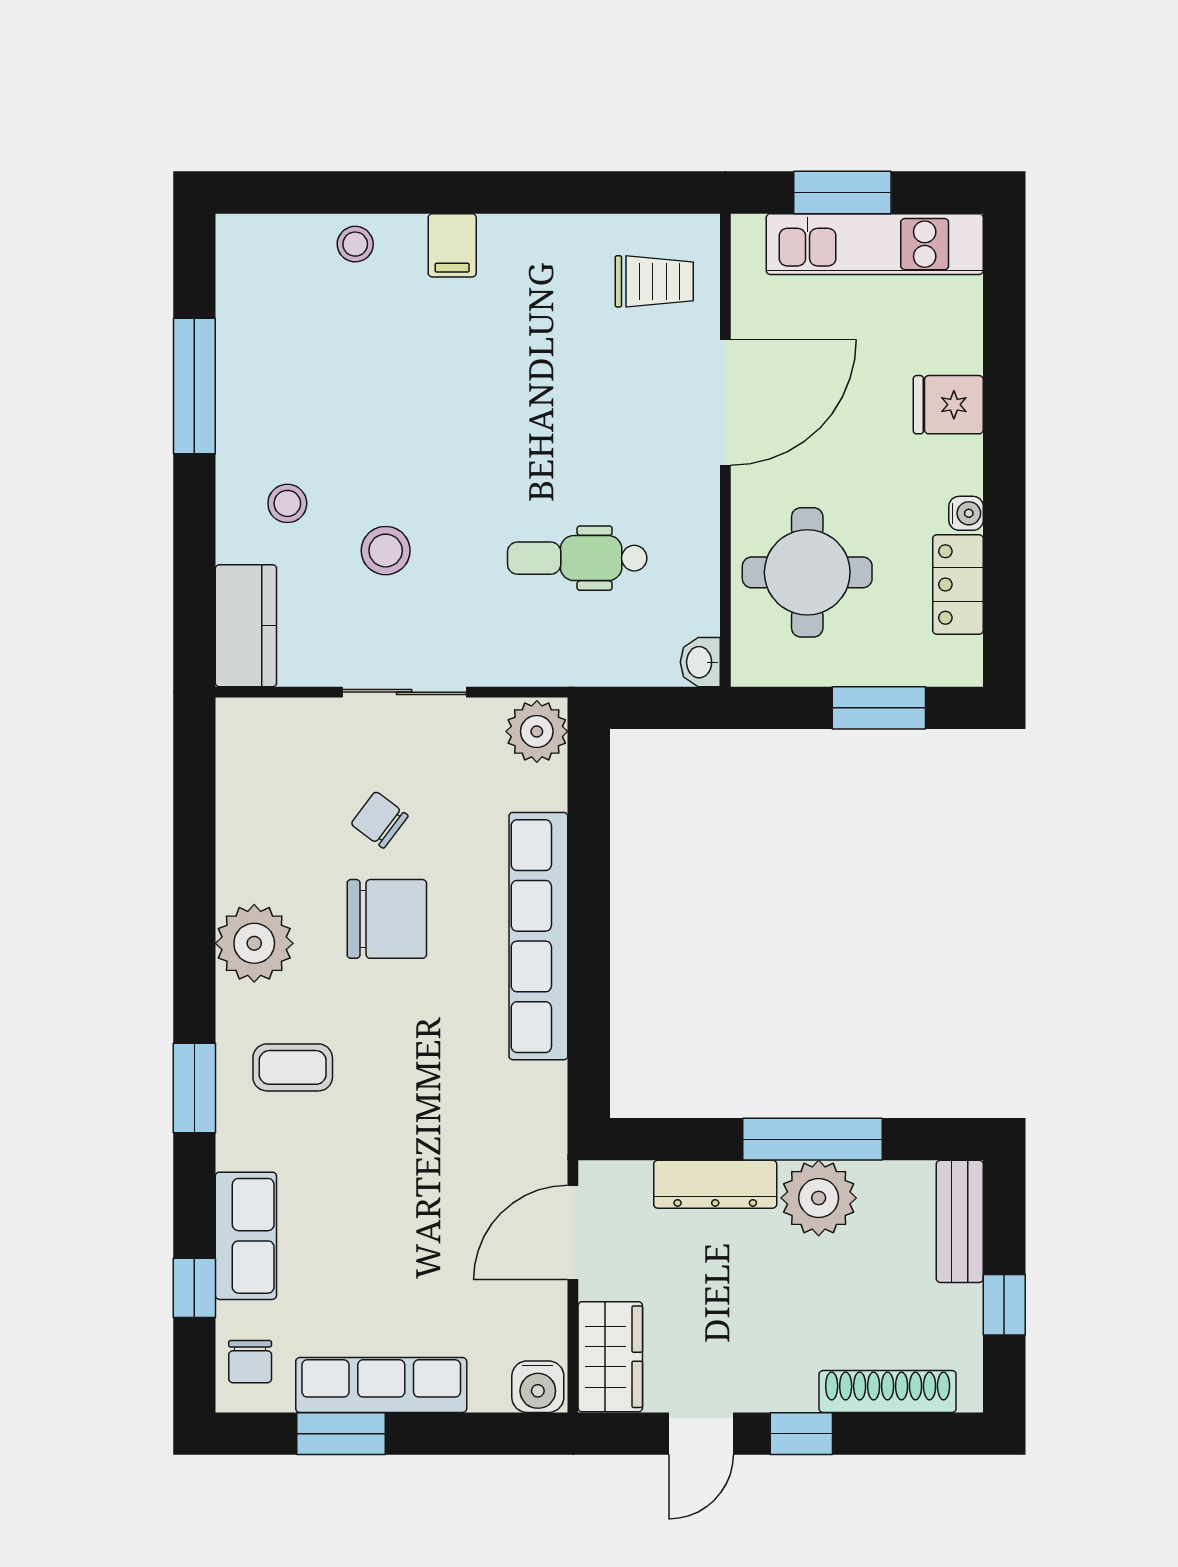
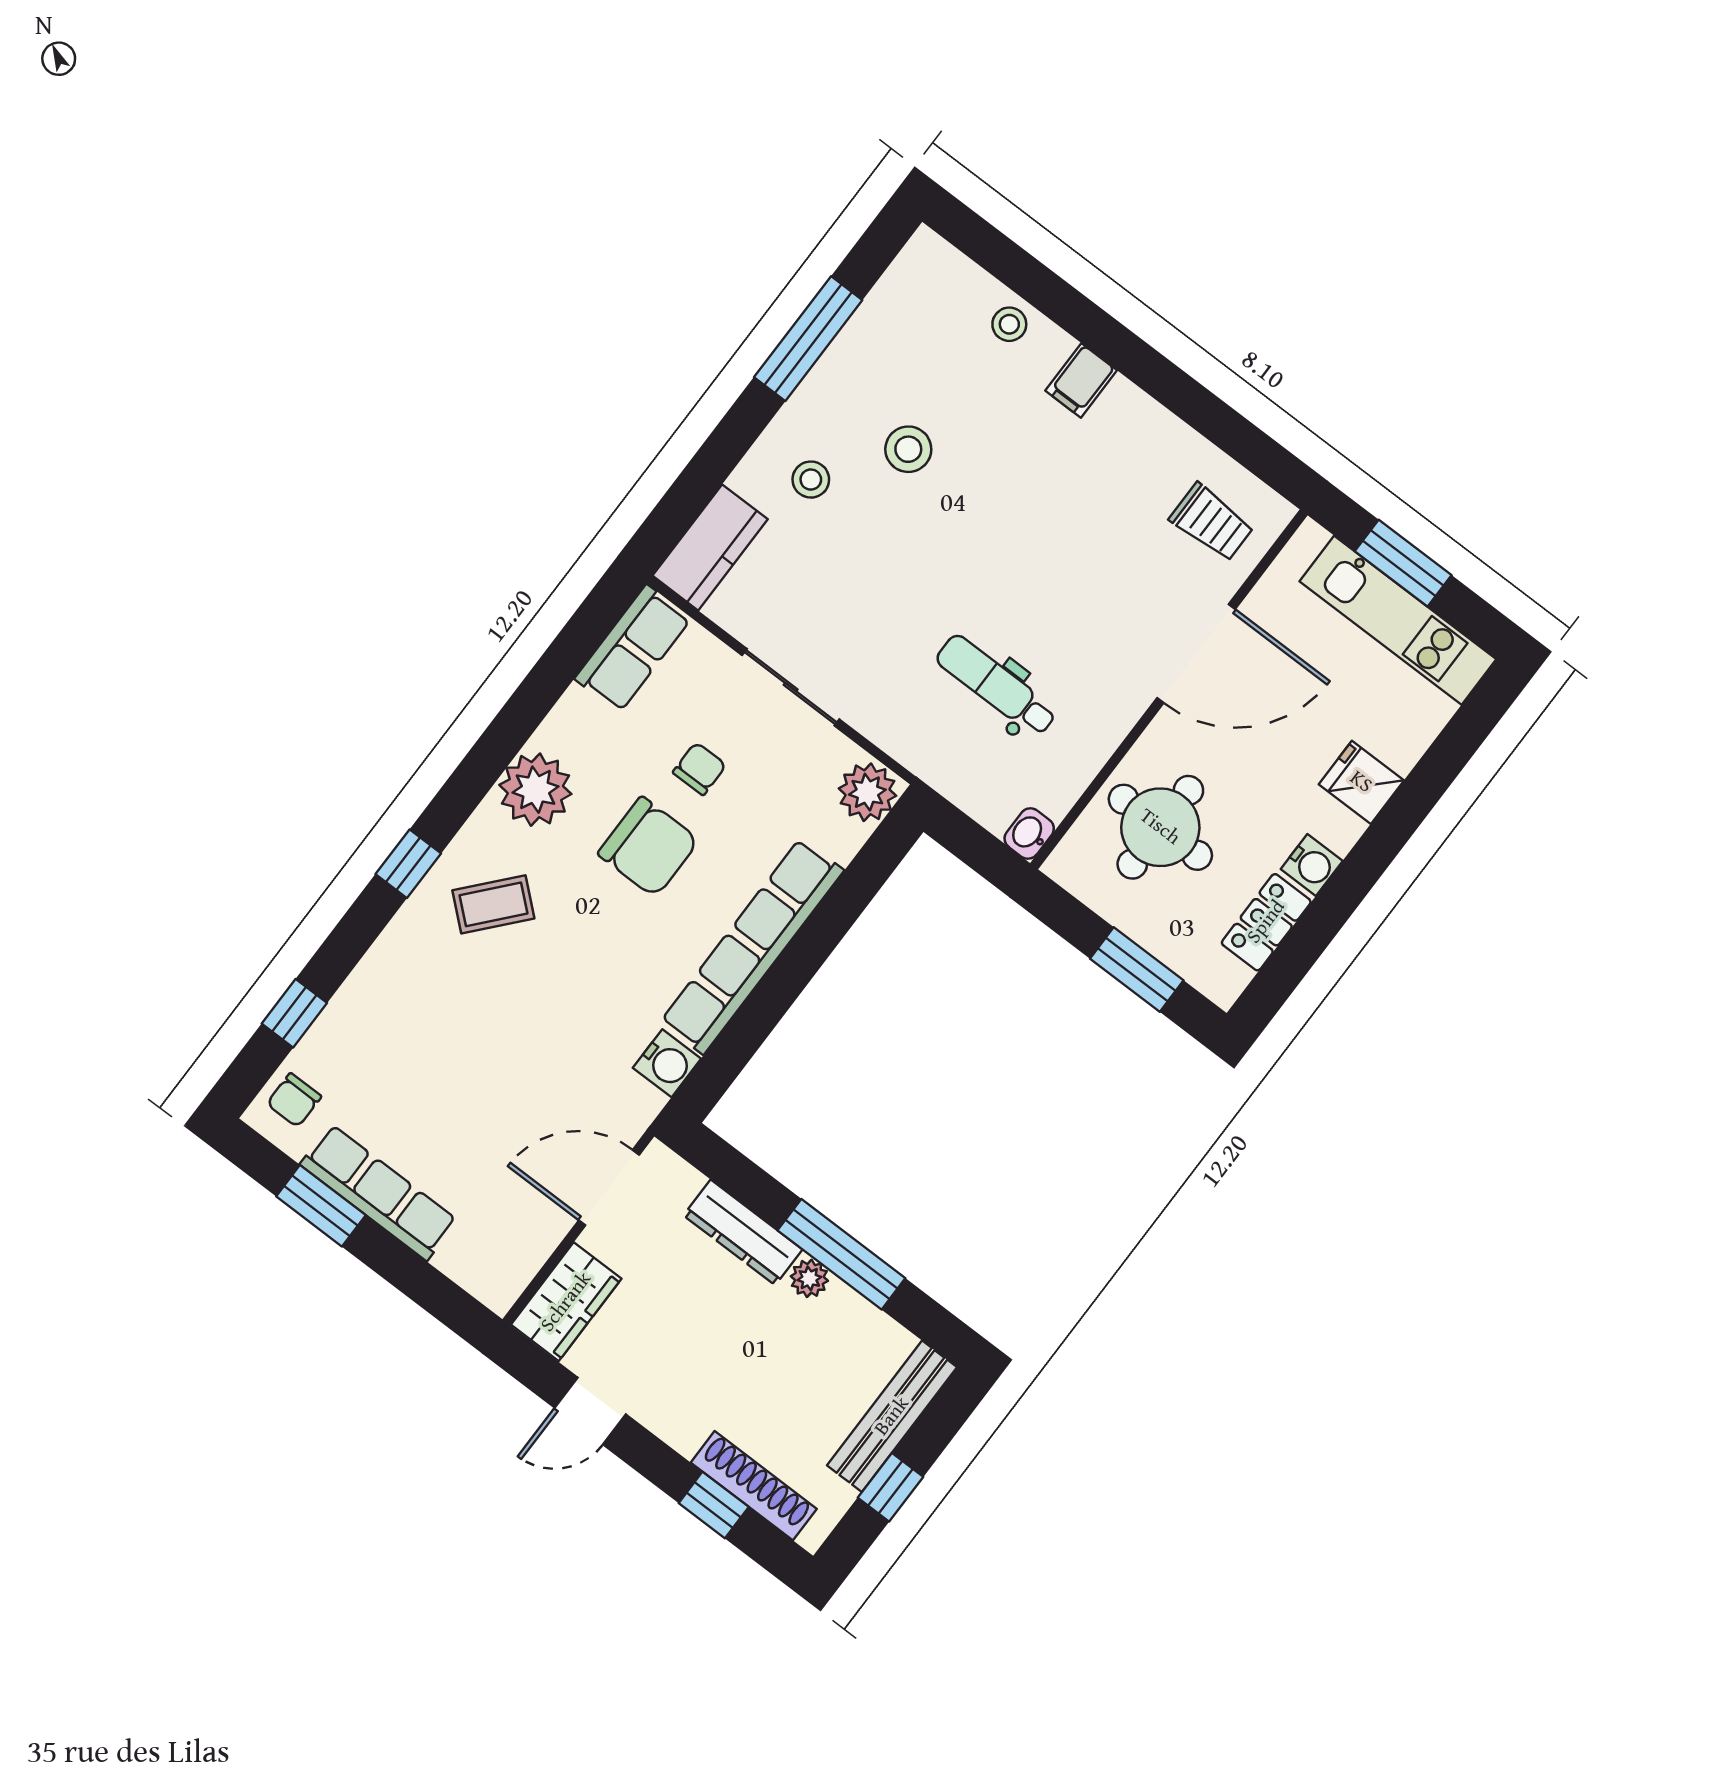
water cooler: (966, 513) -> (1312, 865), width x1.38, depth x1.38
stool: (386, 551) -> (908, 449), moved
chair: (380, 820) -> (700, 769), turned 53
coffee table: (293, 1067) -> (493, 904), turned -49
window: (194, 1088) -> (408, 864), width x0.67
plant: (819, 1198) -> (809, 1278), width x0.53, depth x0.53
bench: (960, 1221) -> (892, 1416), width x1.36
row of seats: (246, 1236) -> (633, 649), moved
water cooler: (538, 1387) -> (667, 1063), moved, turned -90
window: (801, 1434) -> (714, 1505), moved

